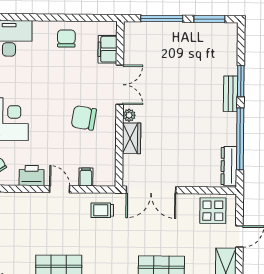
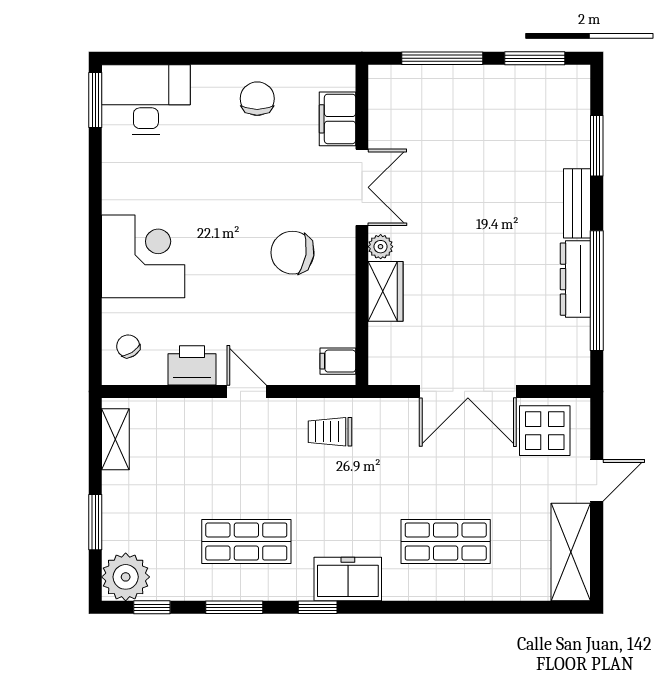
window: (241, 81) -> (597, 146), moved
dresser: (229, 166) -> (575, 279), moved
filing cabinet: (86, 177) -> (338, 361), moved, turned -90
double door: (151, 190) -> (468, 391), moved

